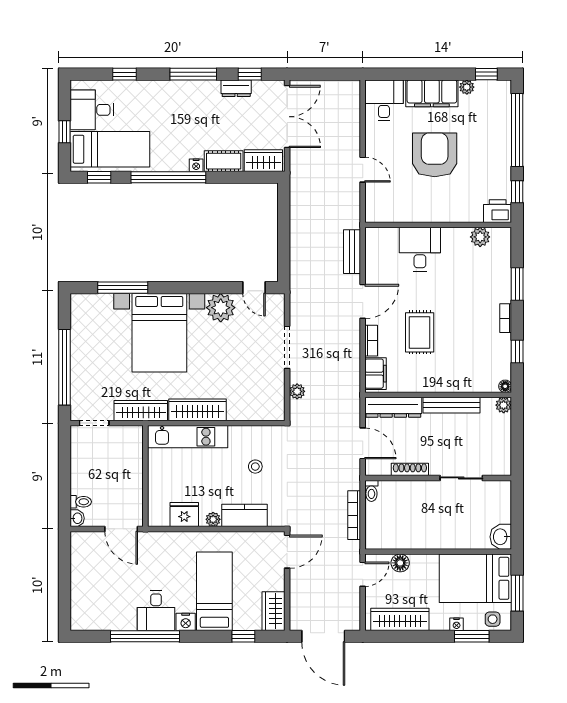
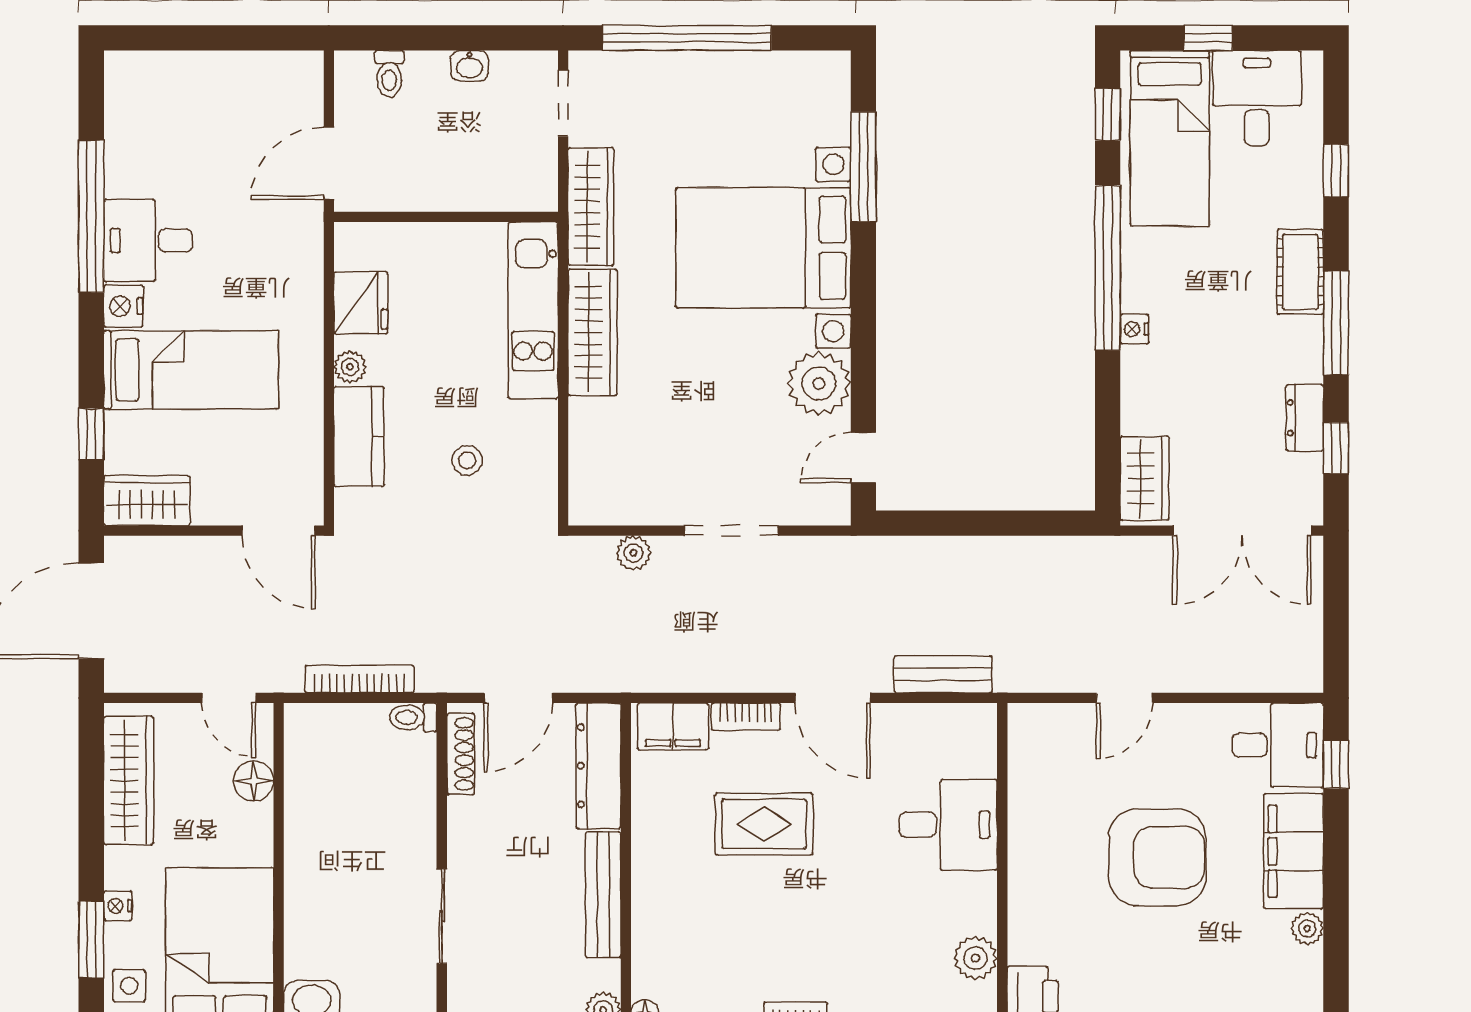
window: (486, 74) -> (1336, 764), moved
cot: (224, 161) -> (1300, 272), moved
shoe rack: (410, 469) -> (461, 754), moved
washbasin: (77, 518) -> (469, 66), moved

